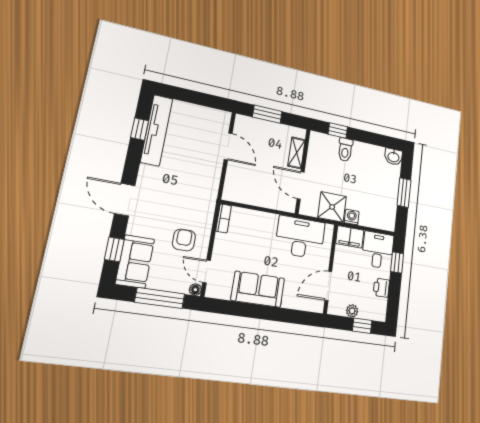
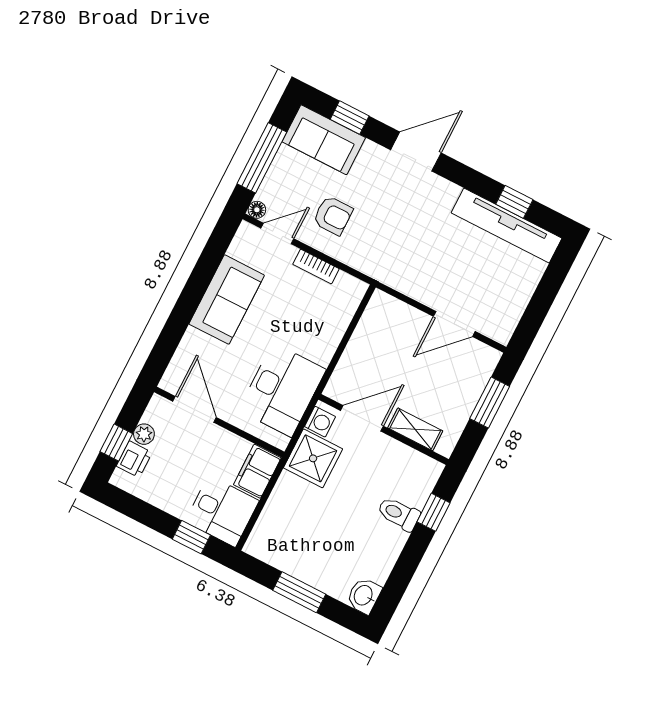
washing machine: (352, 217) -> (320, 422), moved
bookcase: (224, 218) -> (316, 267), moved
printer: (381, 288) -> (134, 459), moved, turned 90

